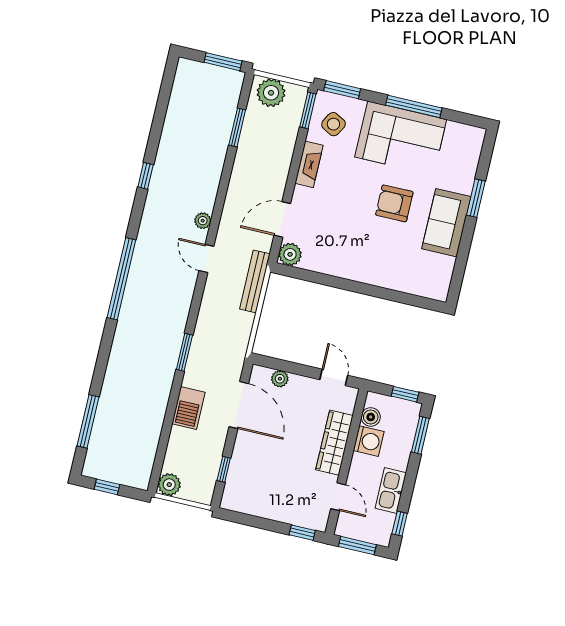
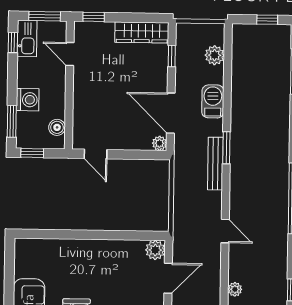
plant: (203, 221) -> (235, 289), moved
bench: (255, 281) -> (215, 164), moved
plant: (280, 379) -> (159, 143), moved
washing machine: (369, 441) -> (28, 100), moved, turned 180
wardrobe: (334, 443) -> (142, 32), moved, turned 90
plant: (169, 485) -> (215, 55), moved
kitchen sink: (391, 491) -> (27, 39), moved

